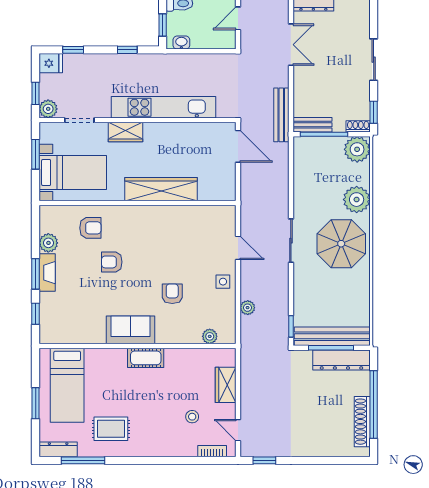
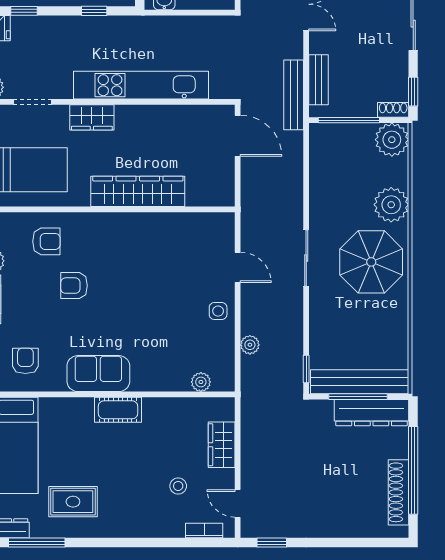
bench: (312, 125) -> (319, 80), moved, turned 90
armchair: (172, 294) -> (25, 361), moved

